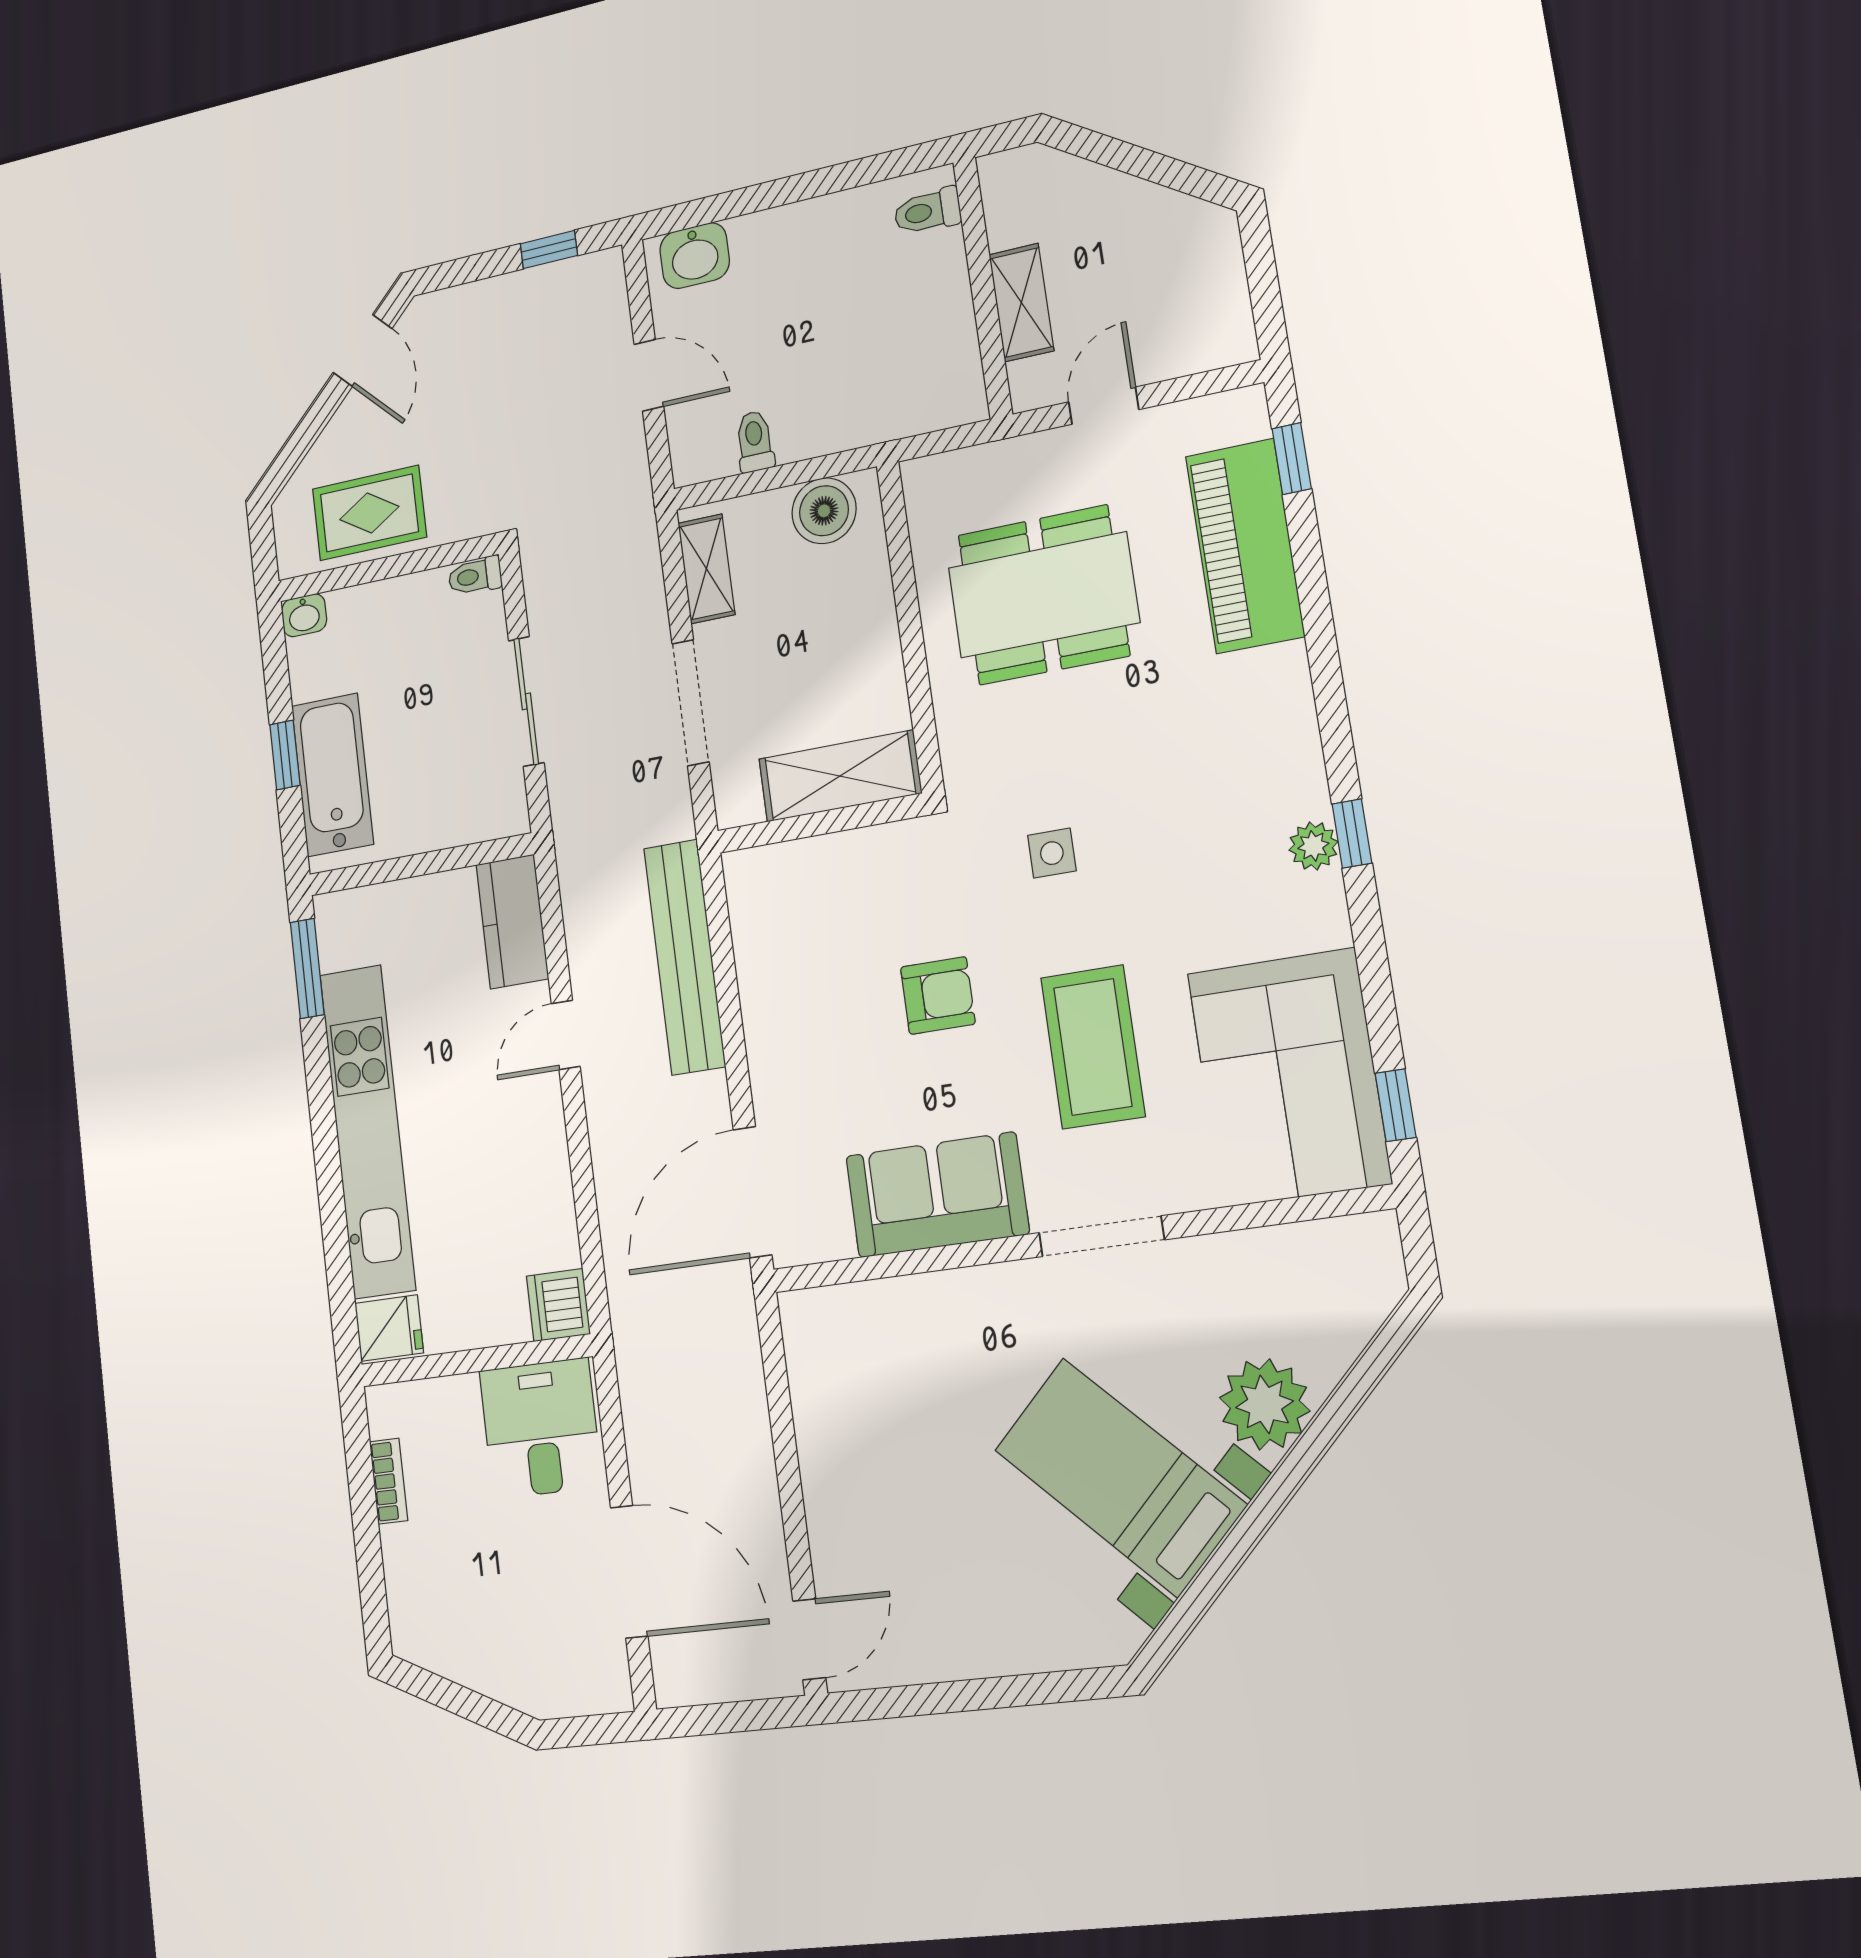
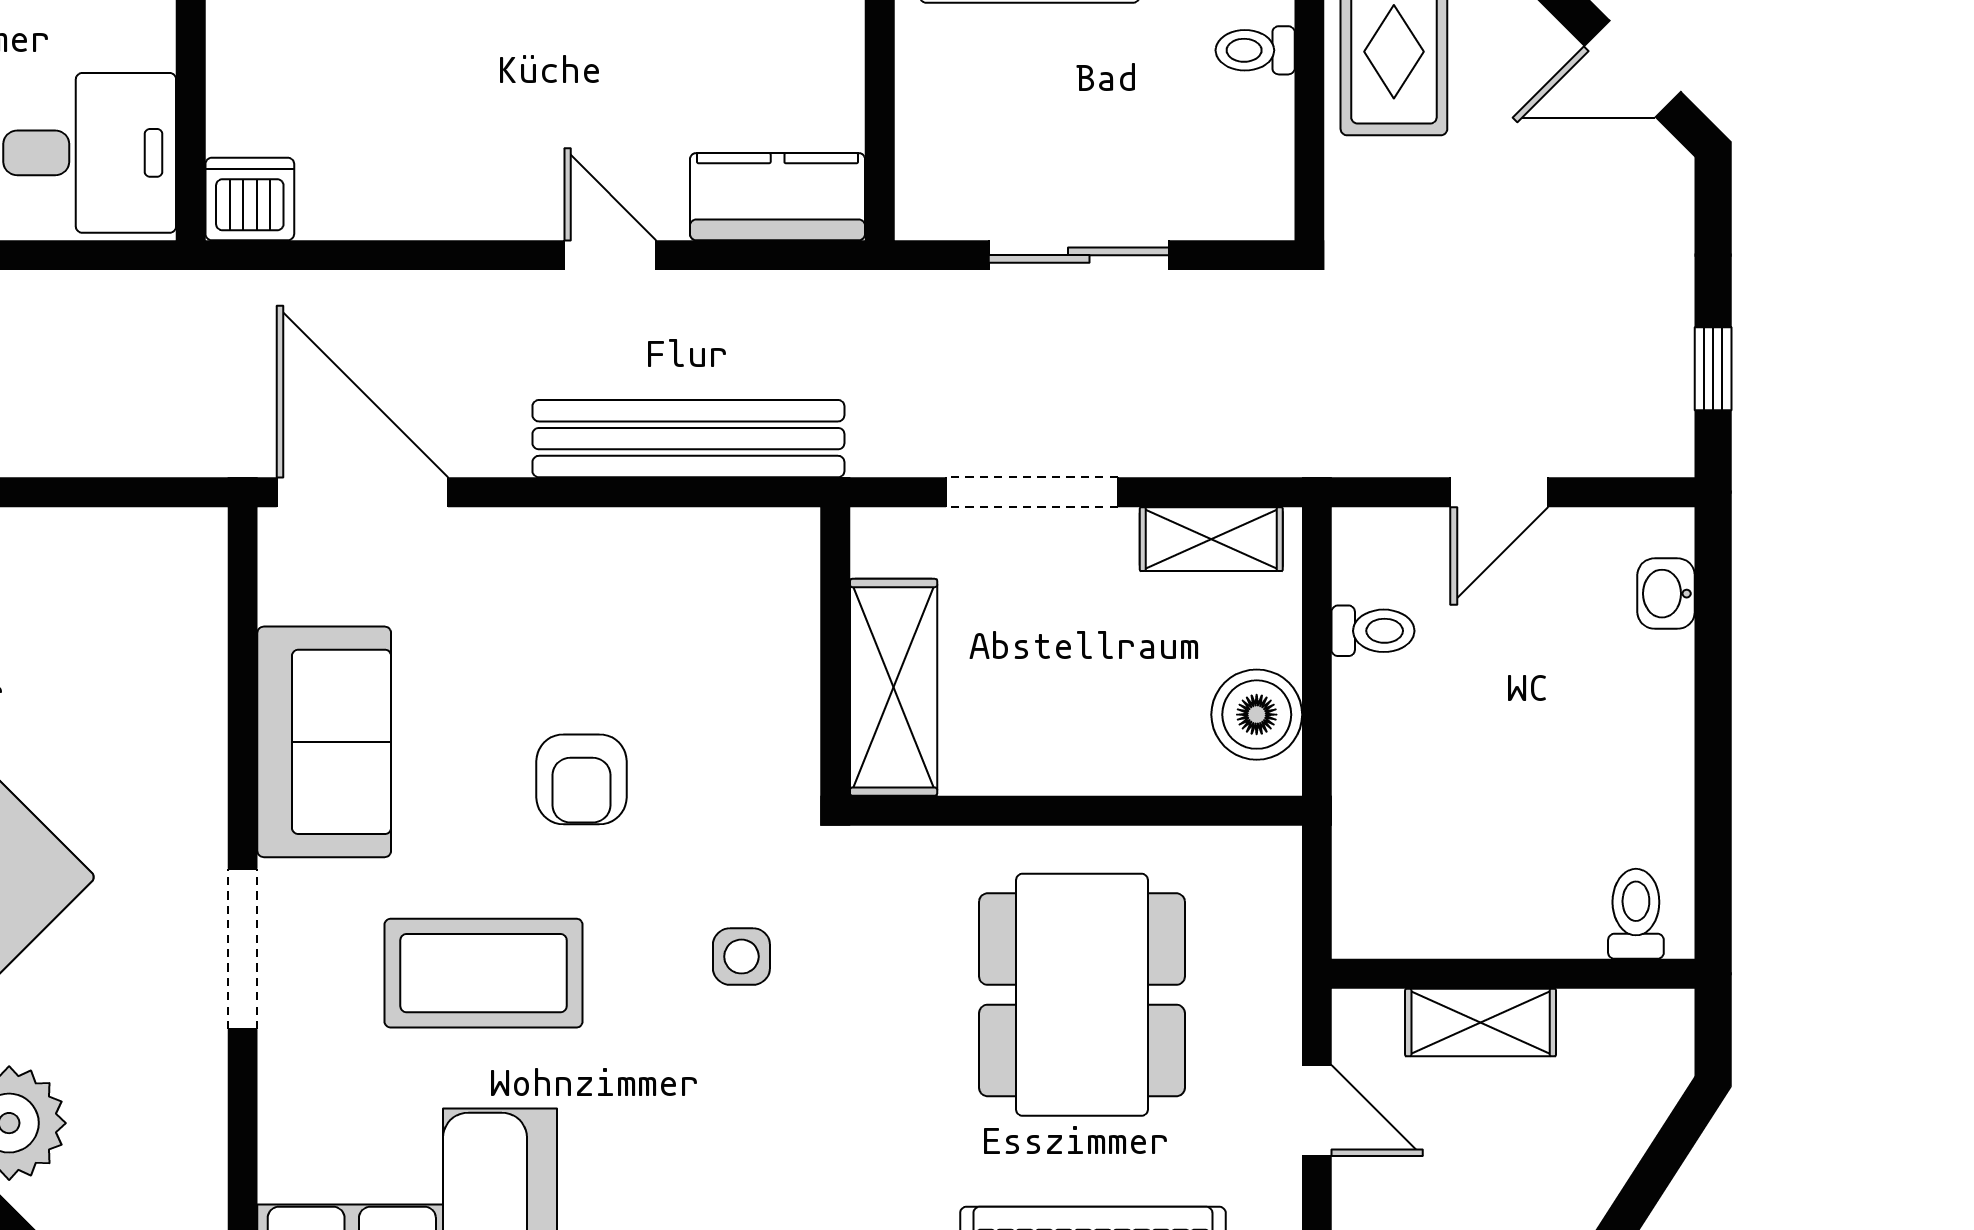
washbasin: (695, 256) -> (1666, 594), width x0.72, depth x0.69
toilet: (475, 576) -> (1255, 50), moved, turned -90

